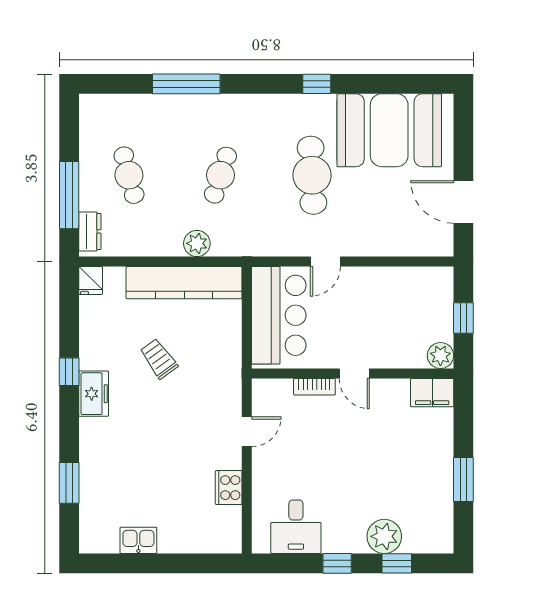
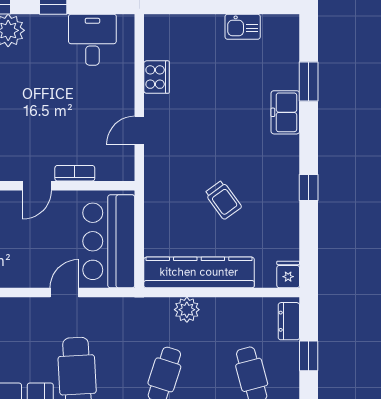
window: (69, 195) -> (309, 356), width x0.46
door: (354, 374) -> (37, 186), swing flipped
freezer: (94, 394) -> (285, 112), moved

